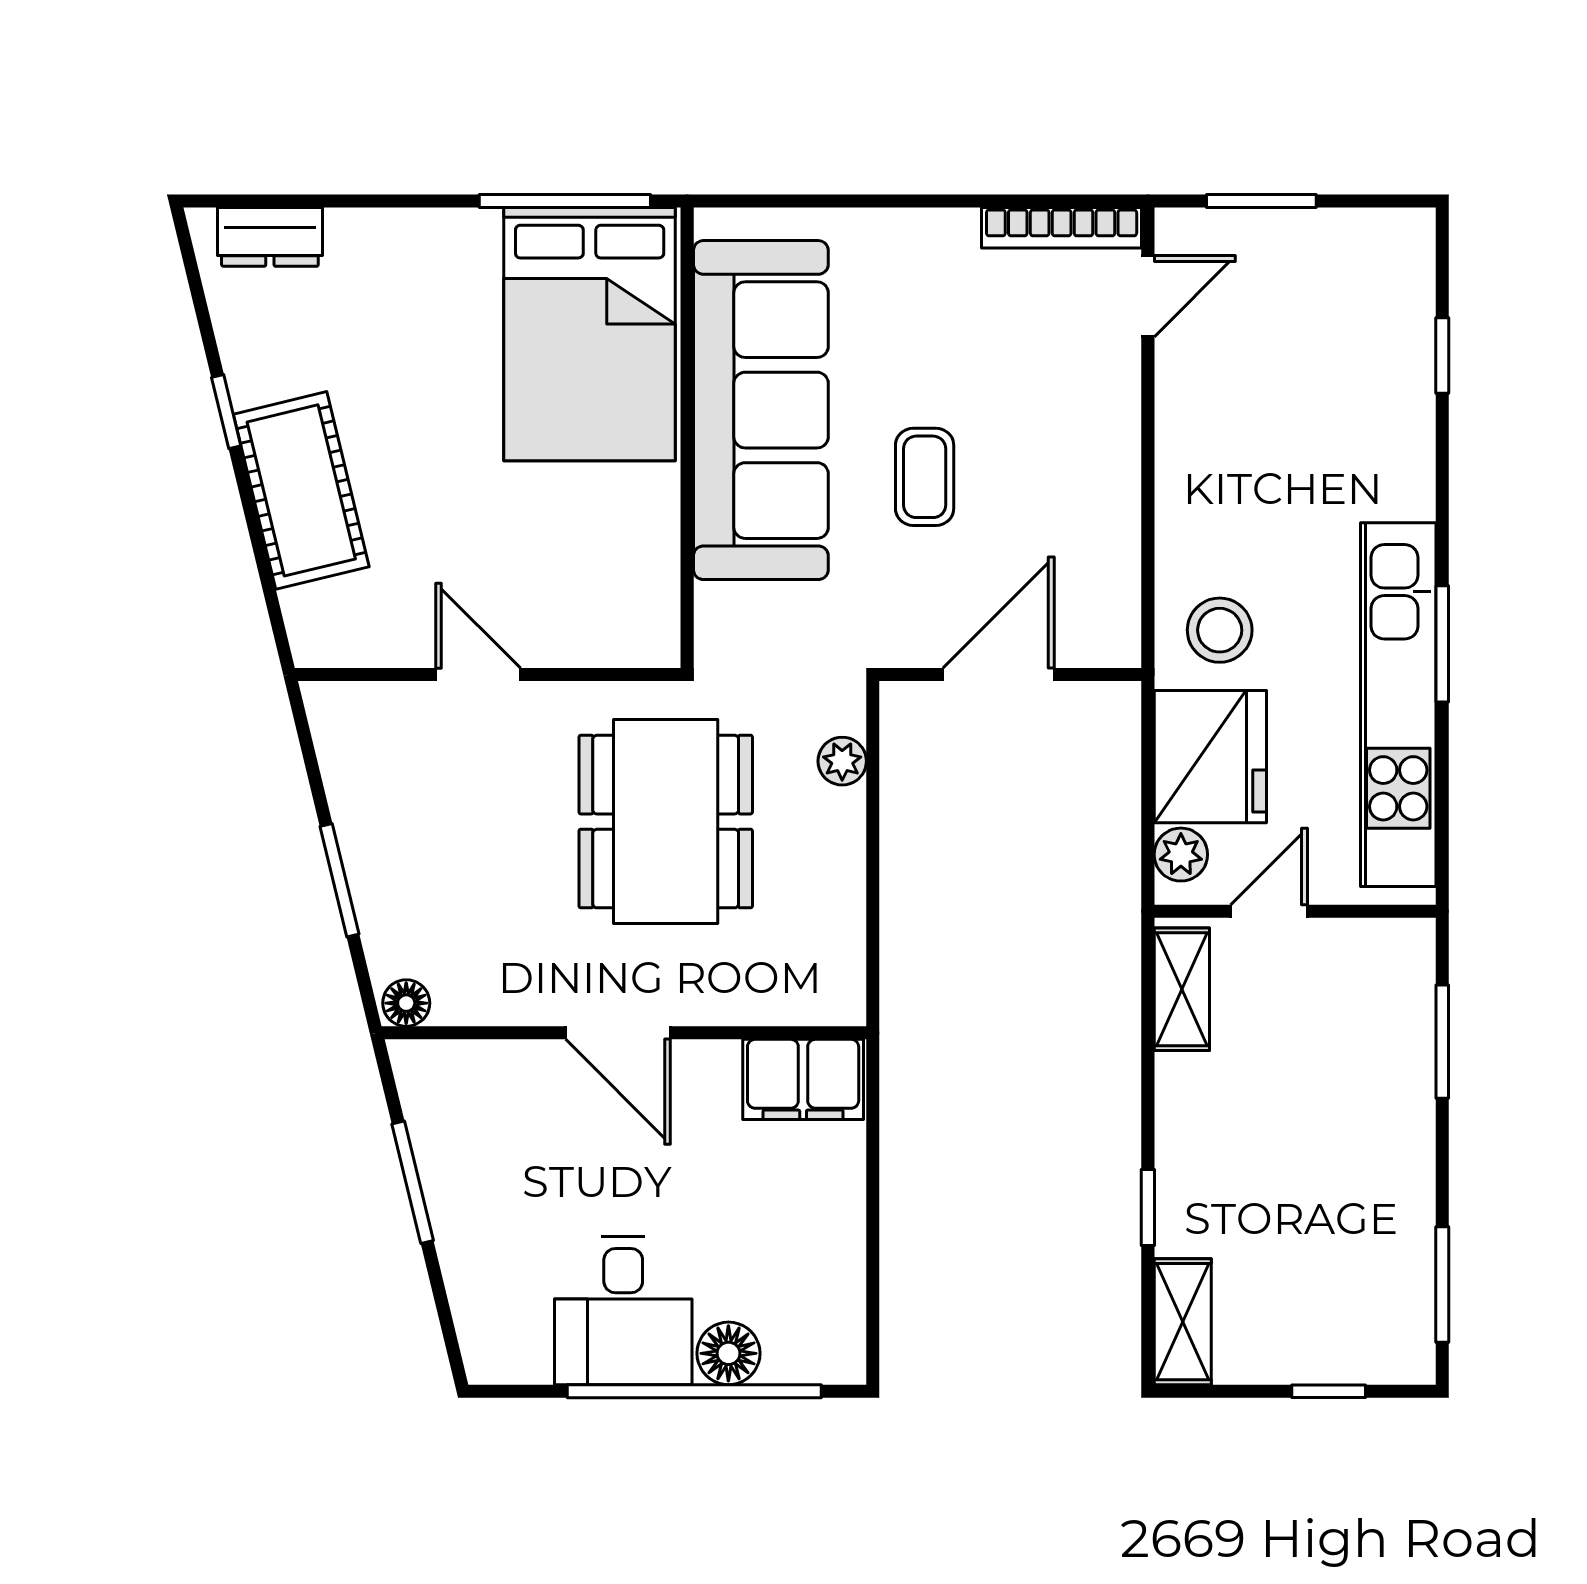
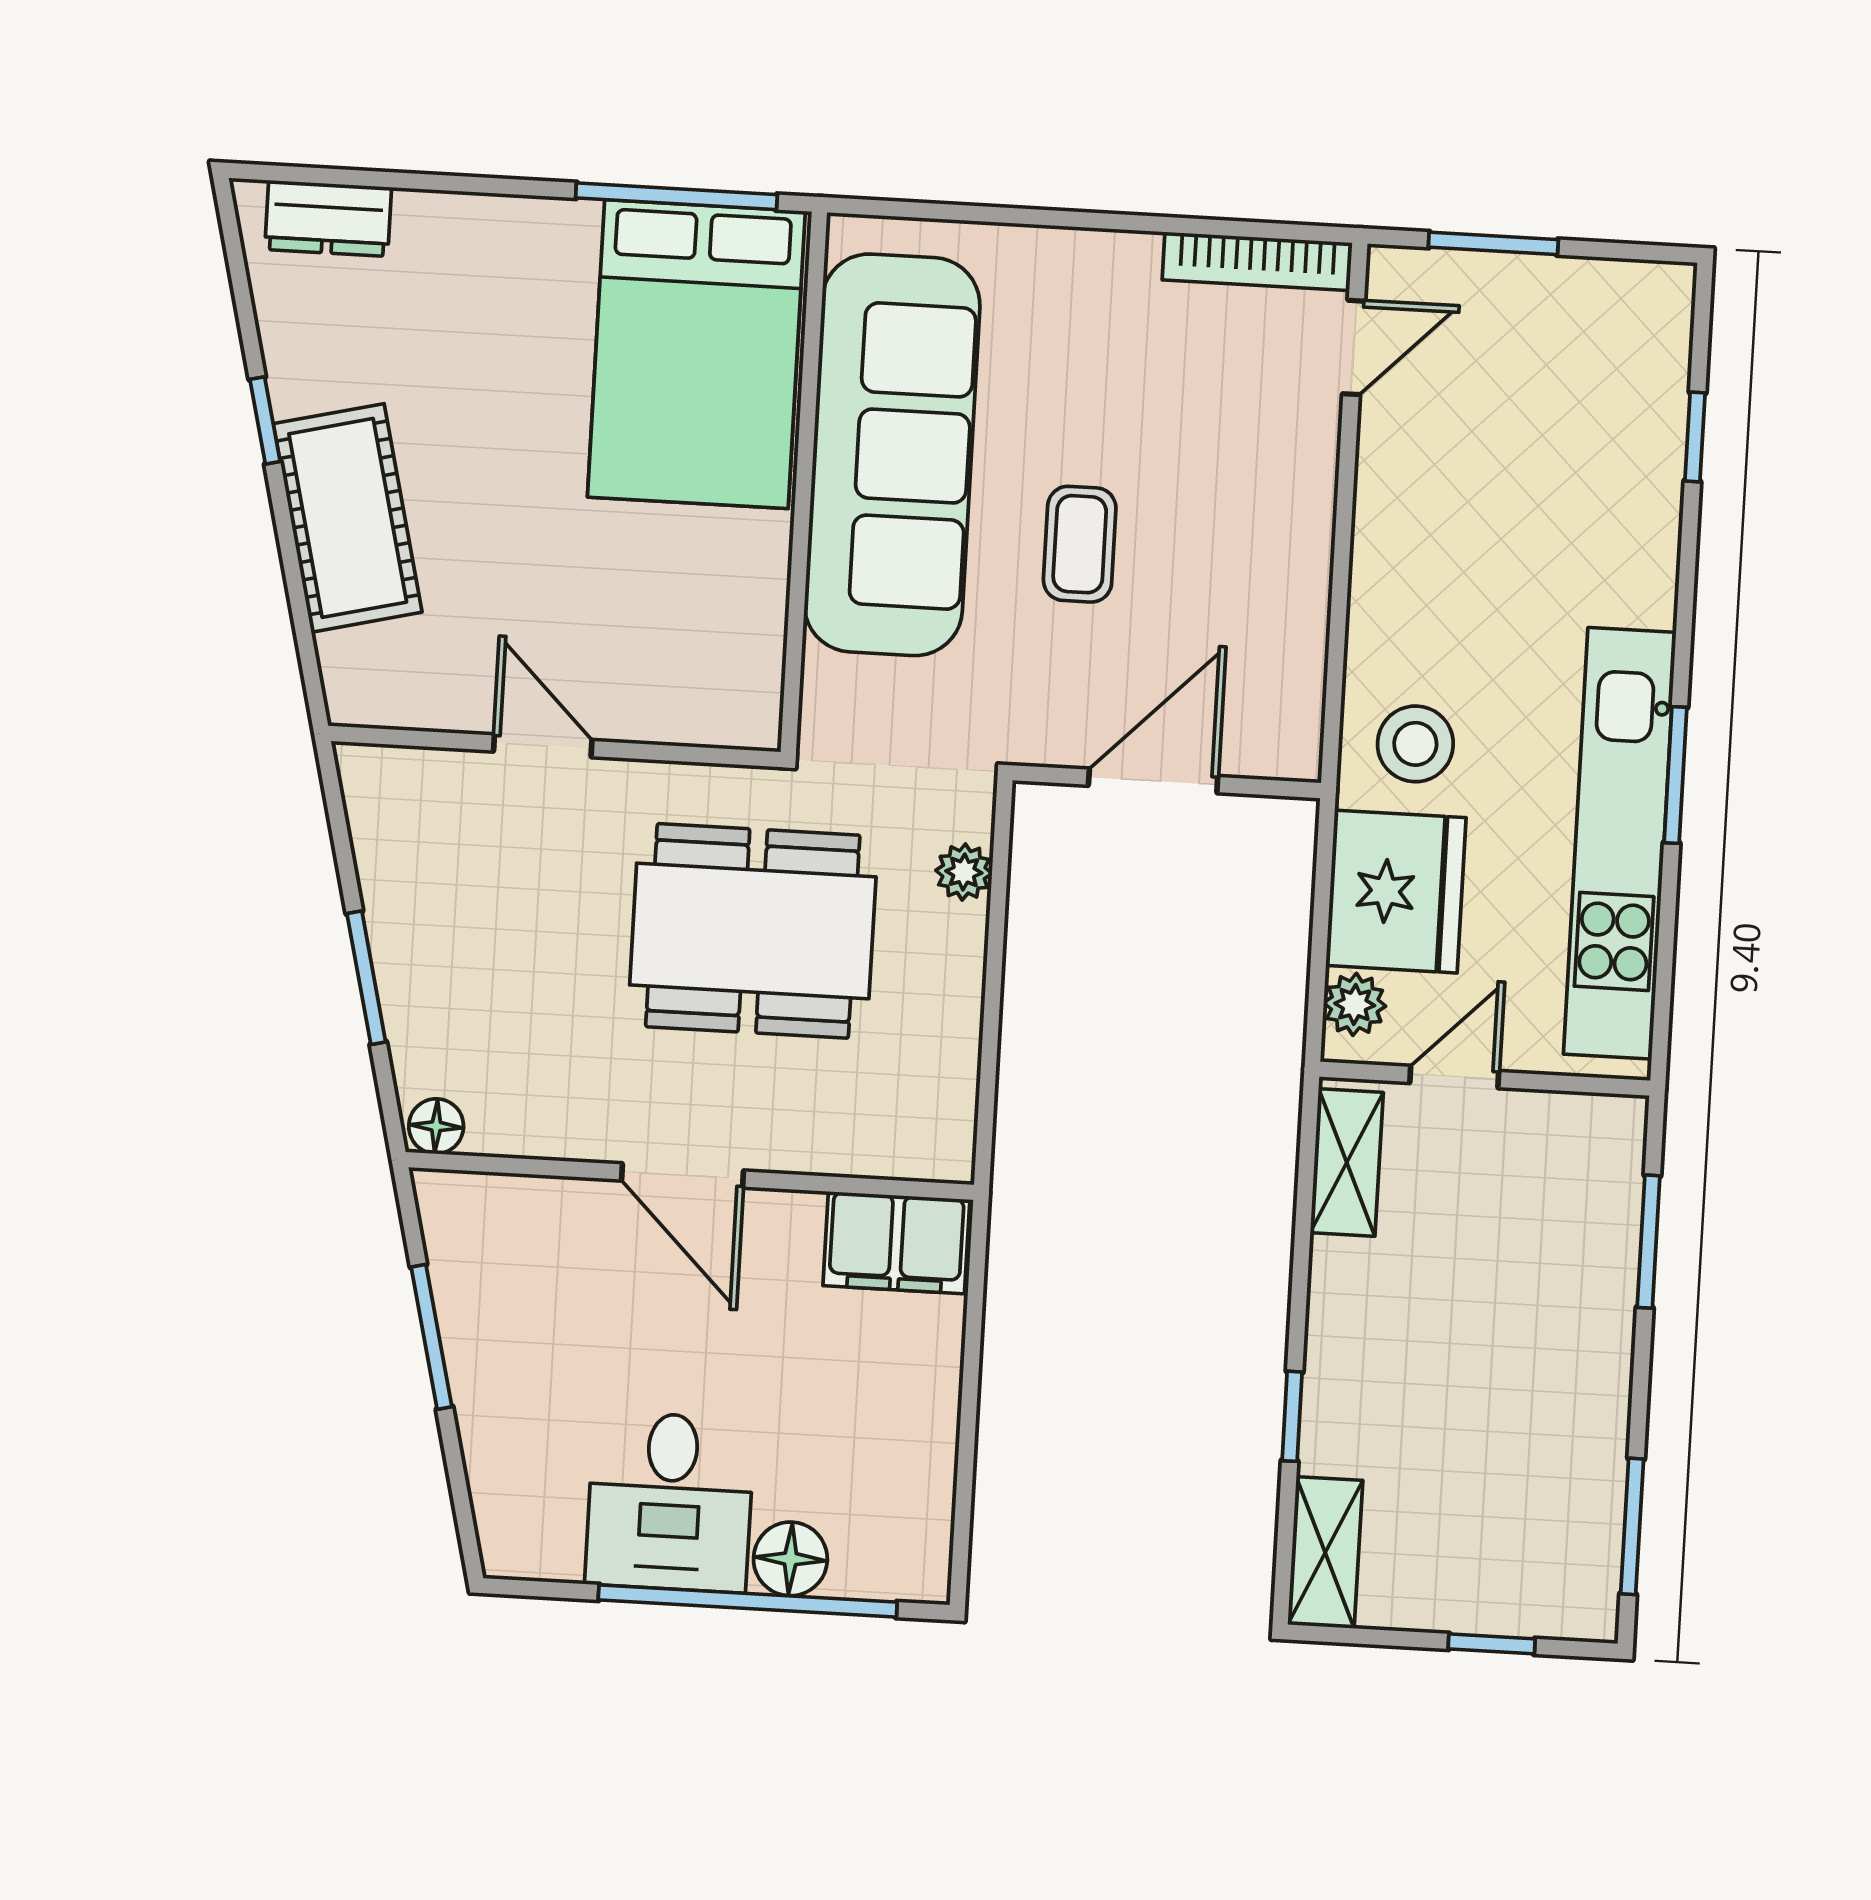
dining table: (666, 822) -> (753, 931), turned 90

